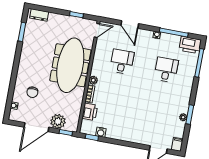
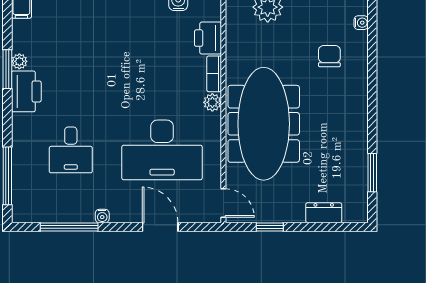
dresser: (39, 15) -> (324, 213), moved
door: (97, 30) -> (223, 203), swing flipped
printer: (190, 45) -> (26, 91), moved, turned 90
desk: (122, 62) -> (162, 150), width x1.87, depth x1.30

